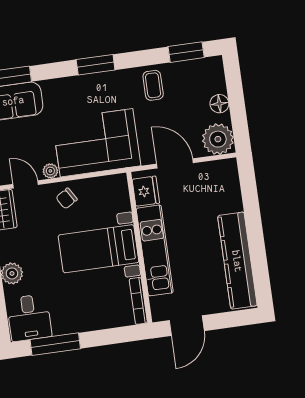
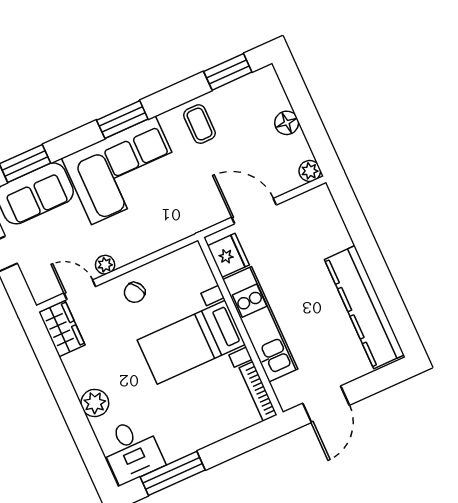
plant: (218, 139) -> (310, 171), width x0.53, depth x0.53
corner sofa: (97, 143) -> (123, 170), moved, turned 180

